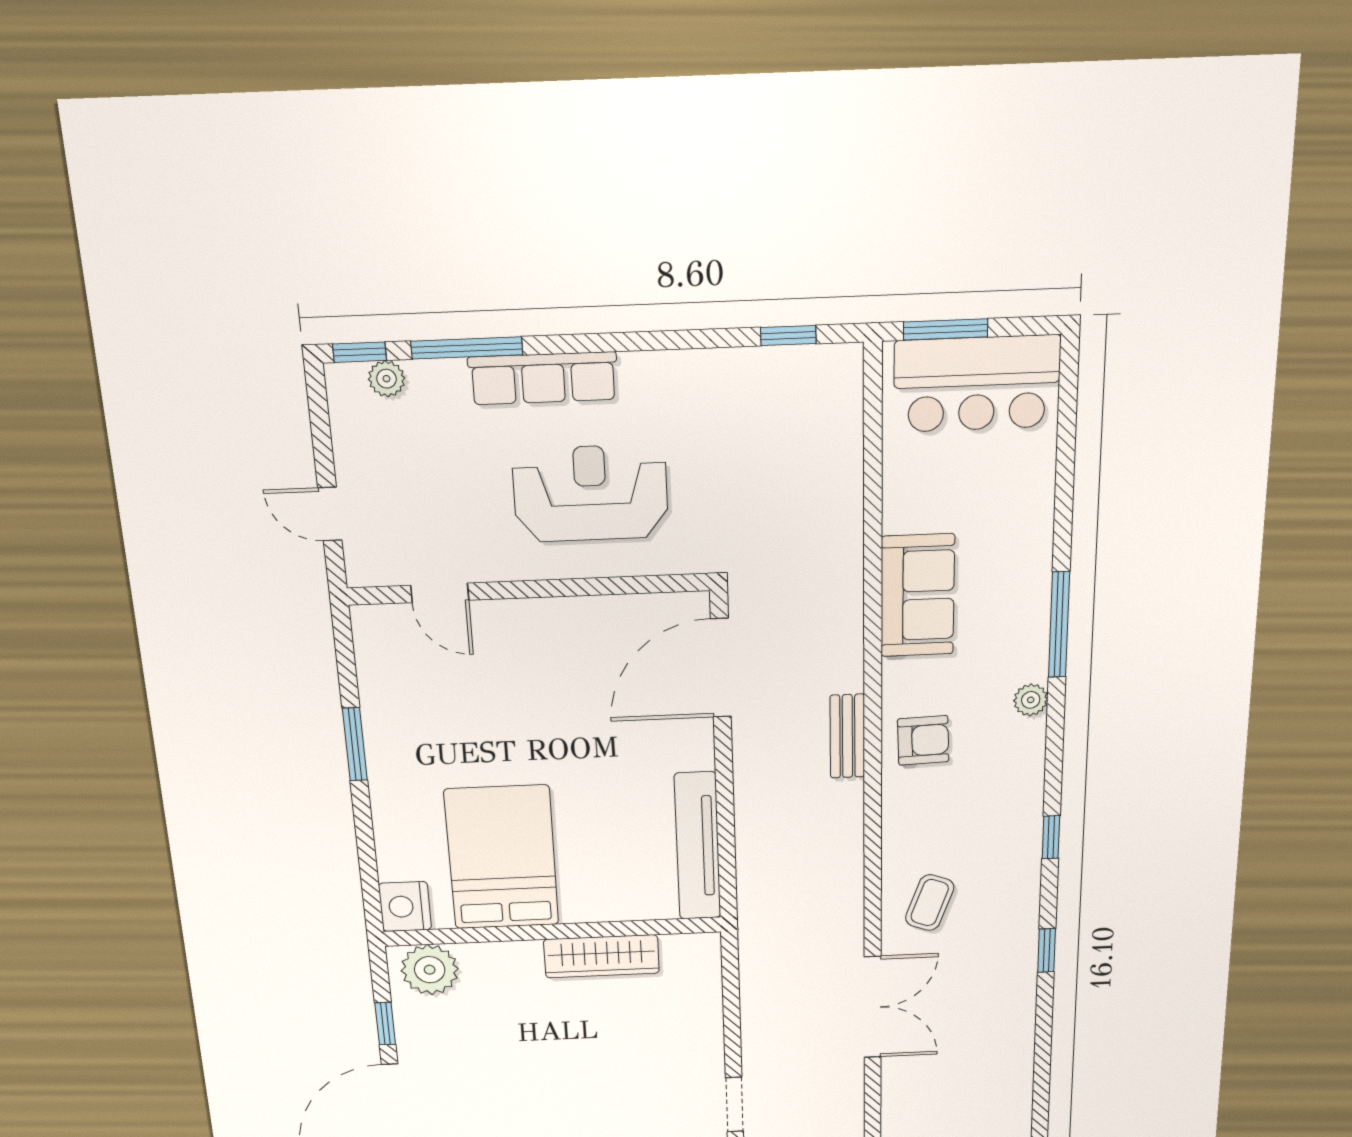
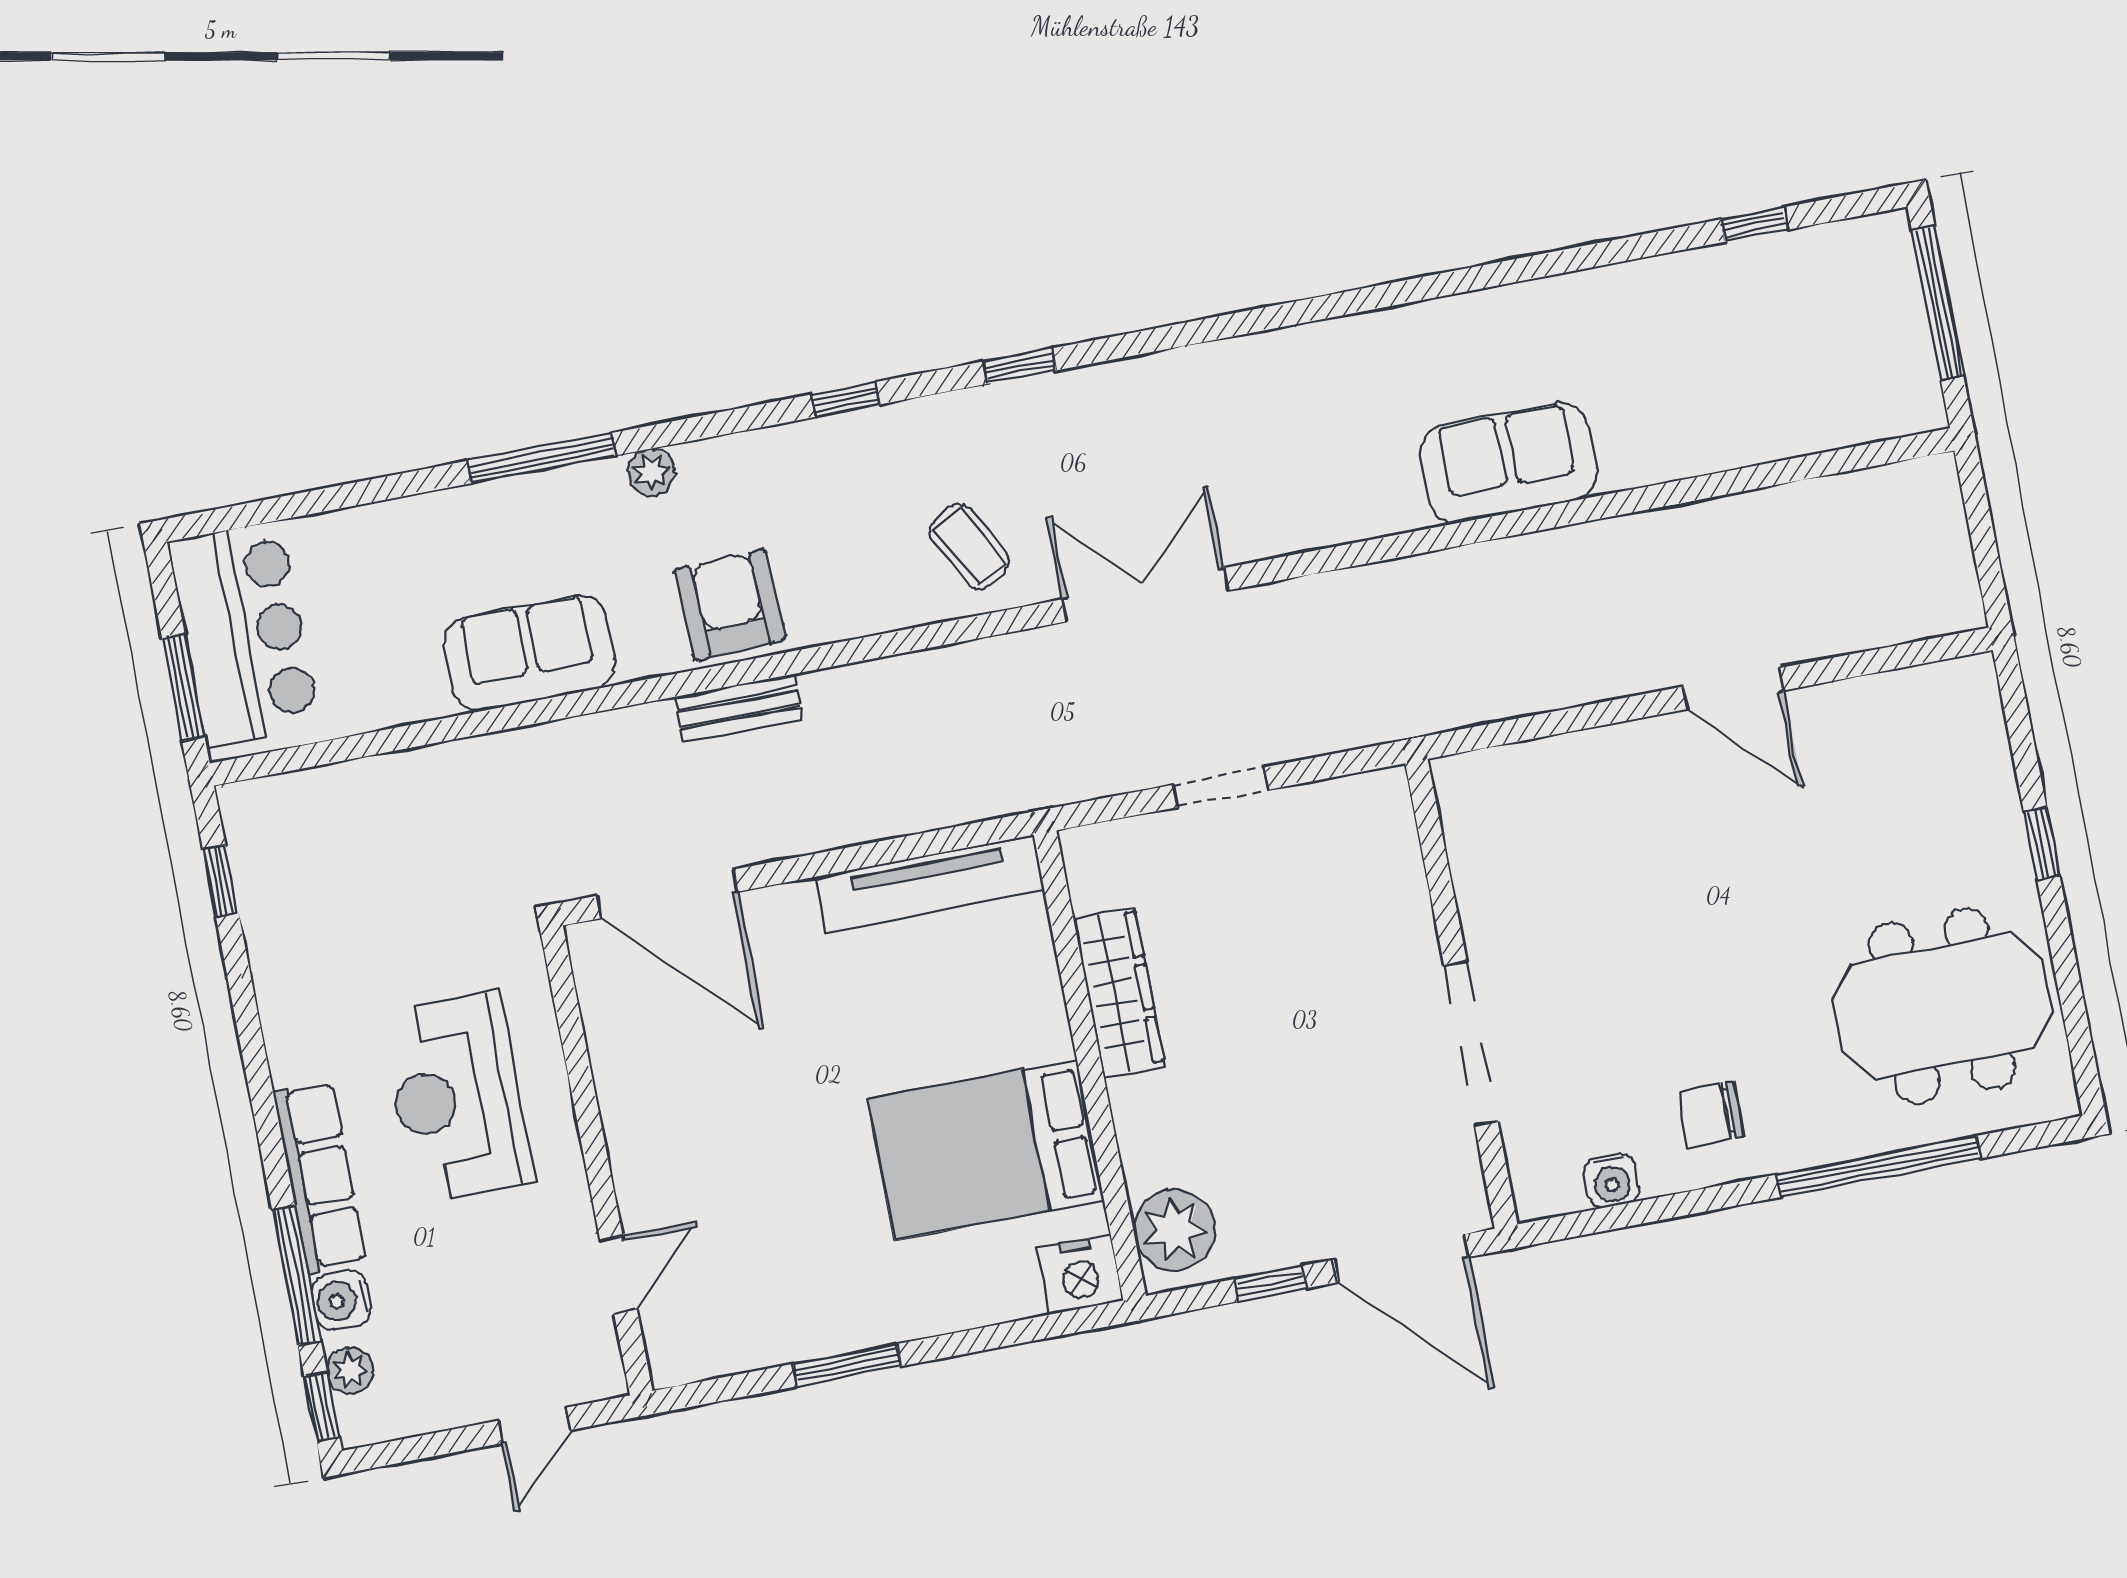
water cooler: (443, 380) -> (341, 1300), added
armchair: (923, 740) -> (730, 605), width x1.38, depth x1.38
coffee table: (930, 903) -> (969, 547), turned 42
doorway: (734, 1105) -> (1221, 787), moved

